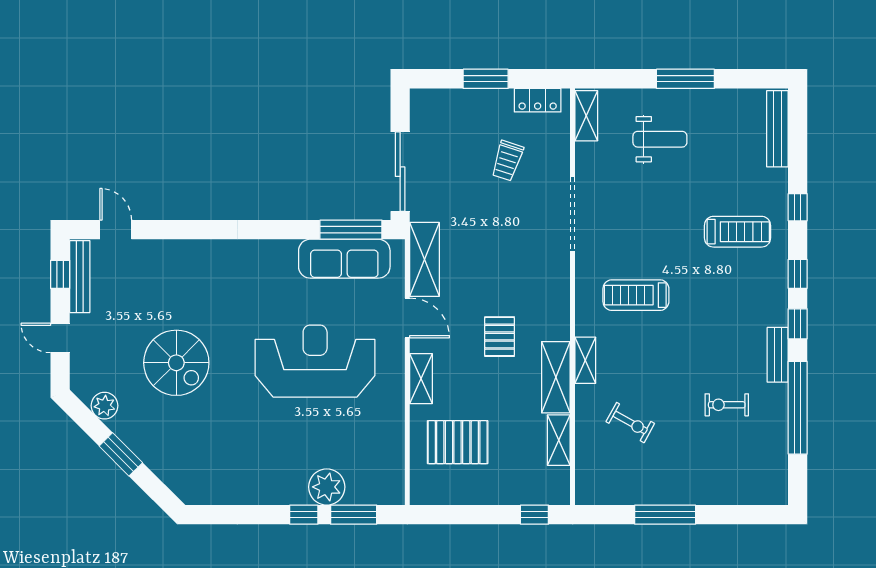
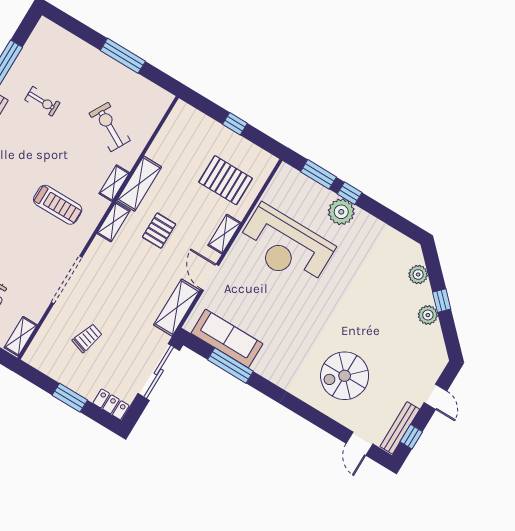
locker: (538, 100) -> (111, 404), moved
window: (351, 230) -> (230, 365), moved
reception desk: (315, 361) -> (285, 246), moved
spiral stairs: (176, 363) -> (345, 376), moved, turned -90
plant: (105, 406) -> (428, 315), moved
exercise bike: (630, 423) -> (110, 127), width x1.38, depth x1.39
shelving: (559, 440) -> (113, 222), moved
window: (121, 454) -> (442, 301), width x0.67
plant: (167, 468) -> (418, 274), added
plant: (327, 487) -> (341, 212), moved
window: (534, 515) -> (235, 124), moved

